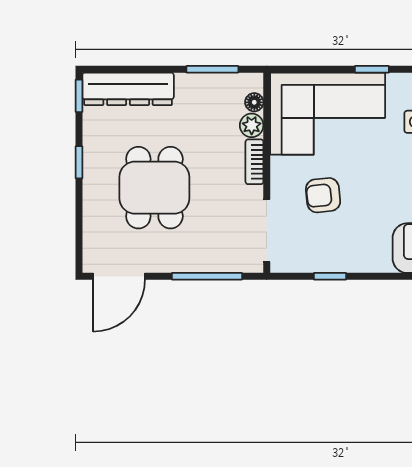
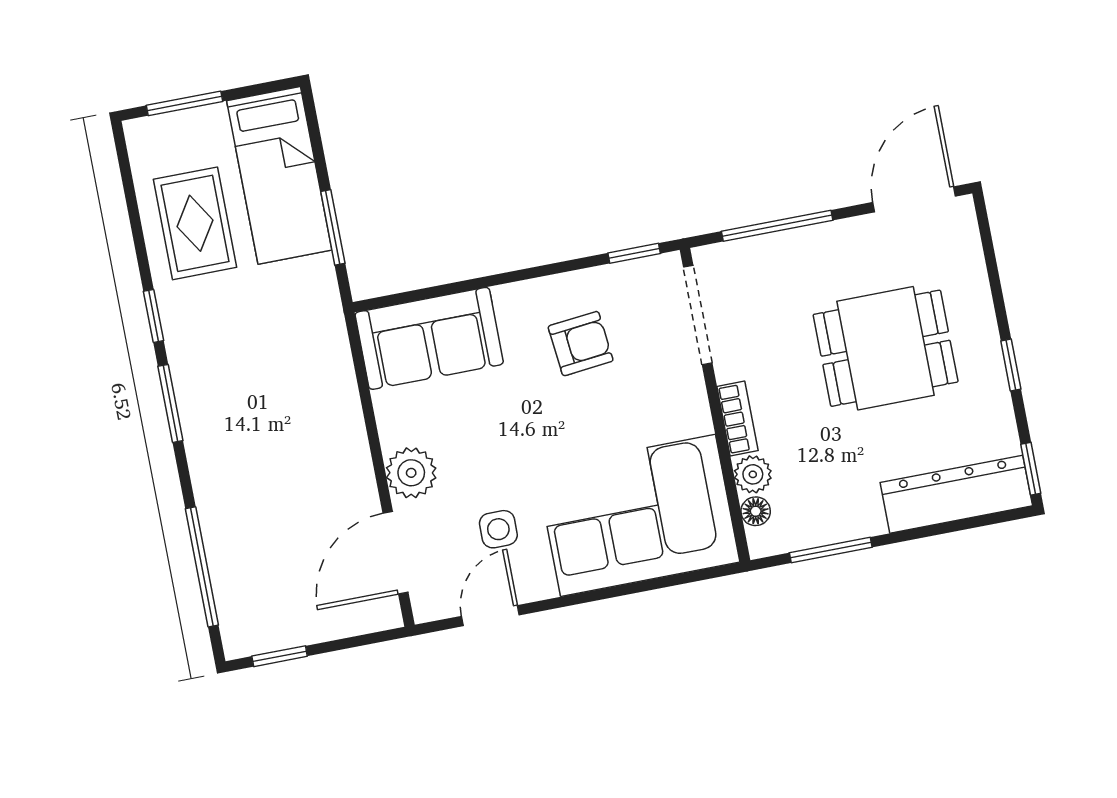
window: (372, 69) -> (582, 598), removed
dining table: (154, 188) -> (886, 348), turned 90
armchair: (323, 195) -> (581, 344), moved
window: (330, 276) -> (634, 253), moved

